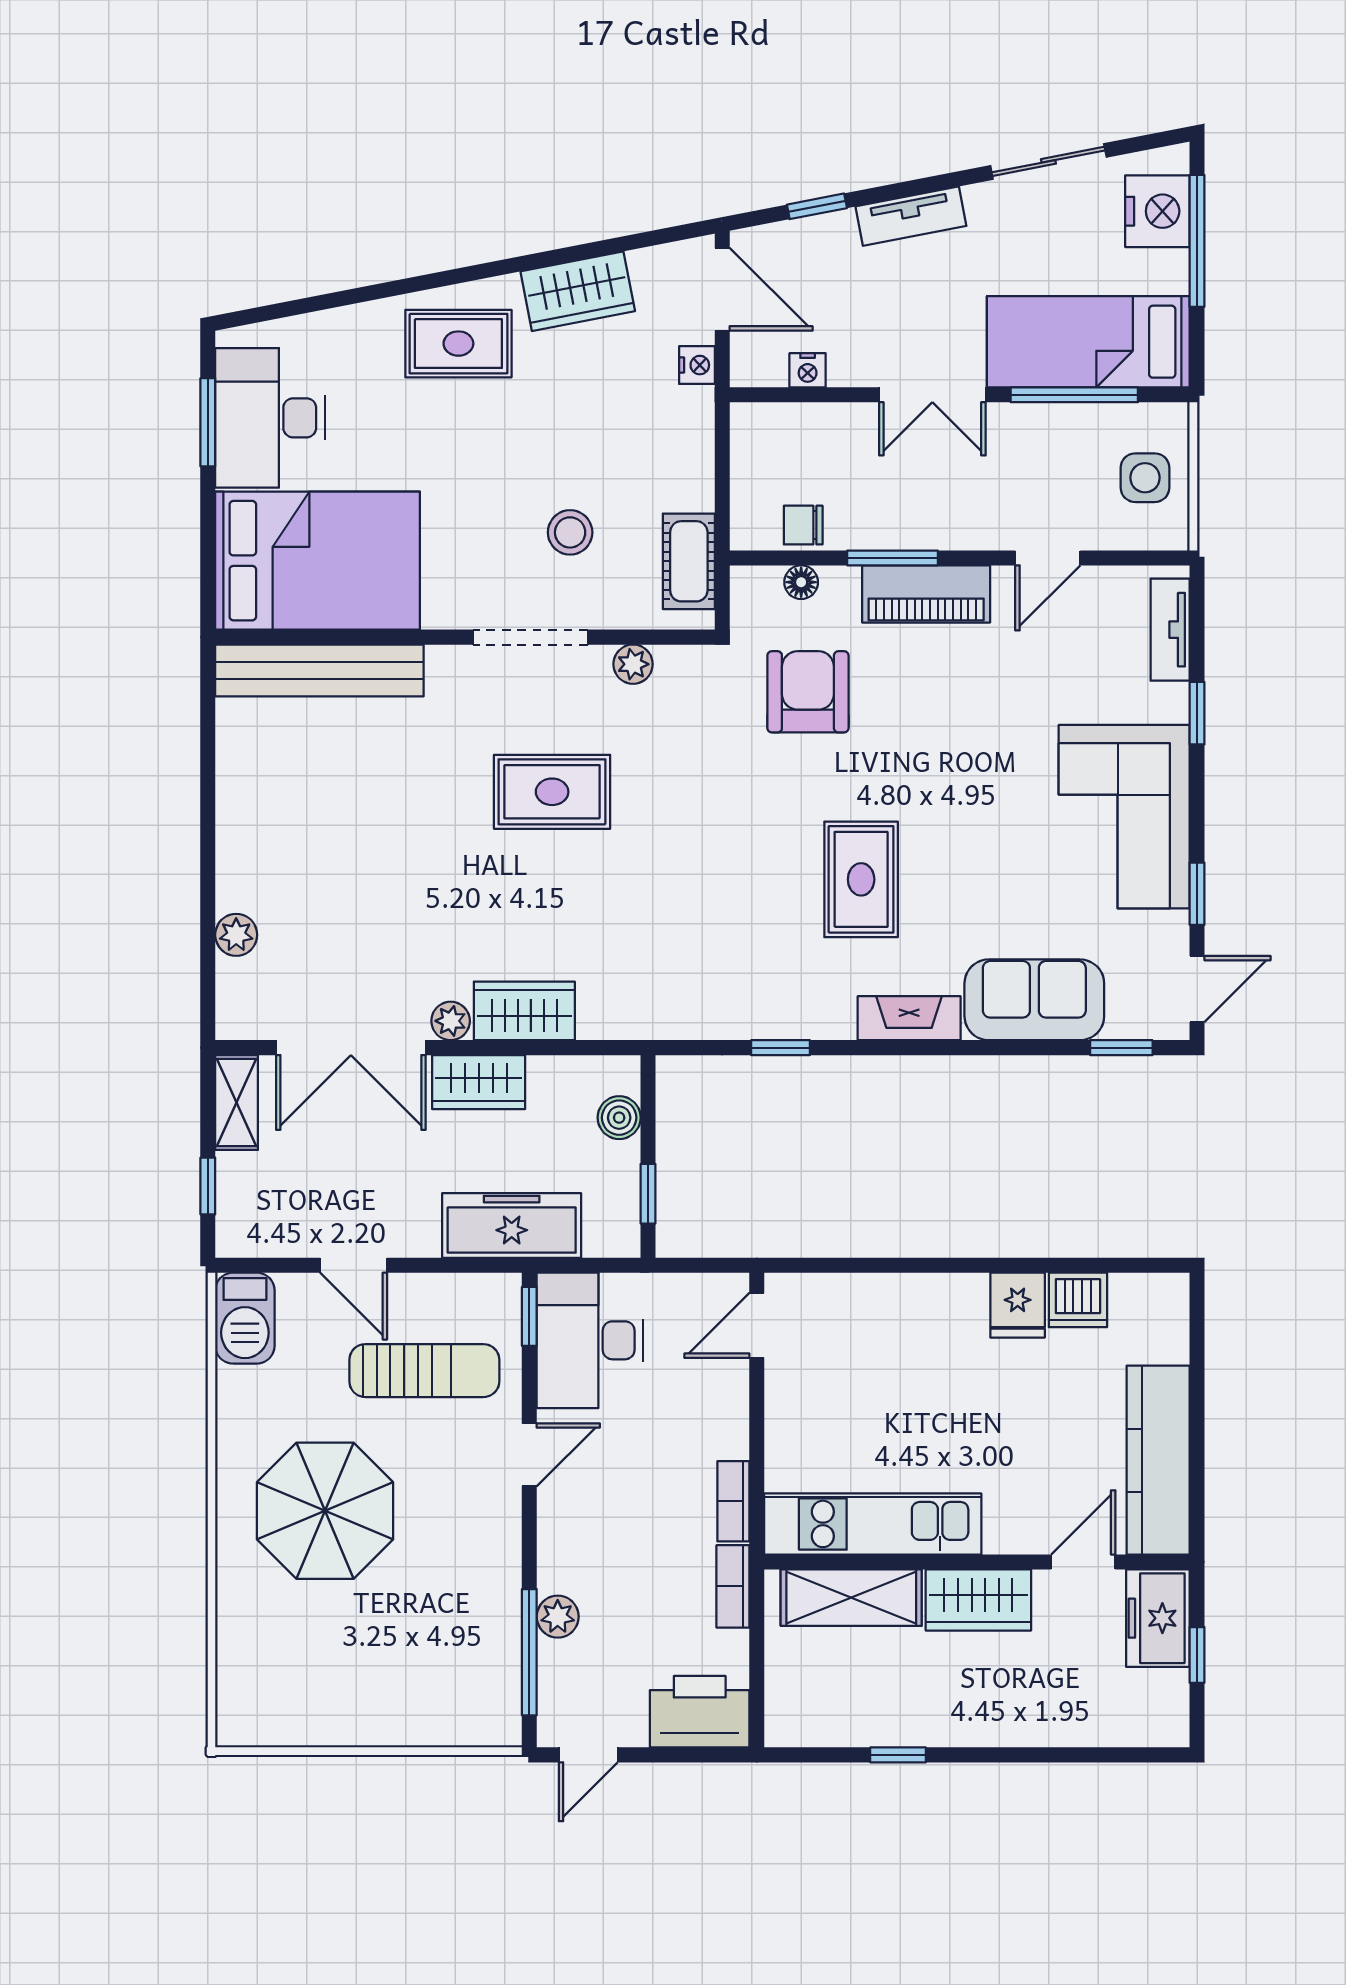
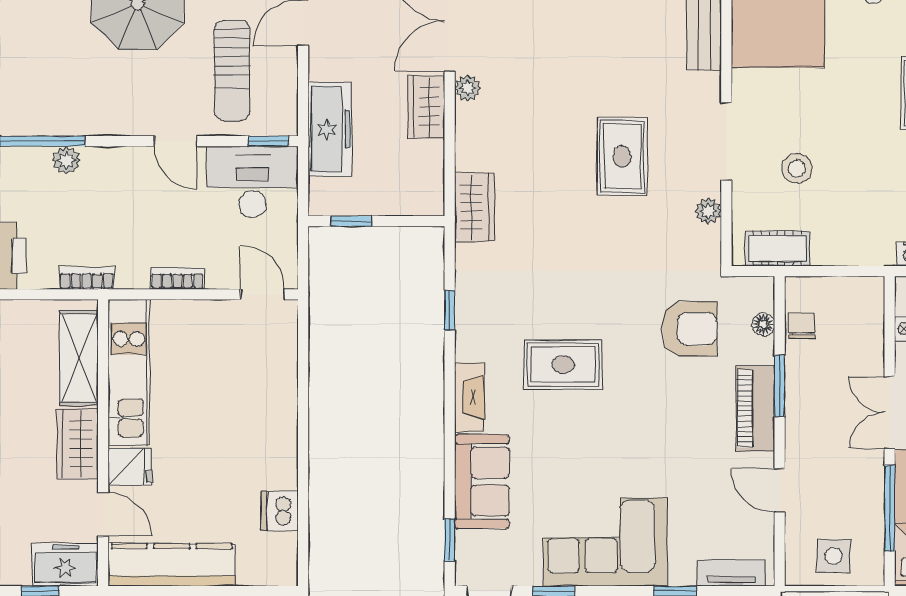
wardrobe: (524, 1011) -> (474, 207), moved
boiler: (619, 1118) -> (403, 202), removed
fridge: (1018, 1305) -> (130, 467), moved, turned 180
bookcase: (733, 1501) -> (177, 279), moved

